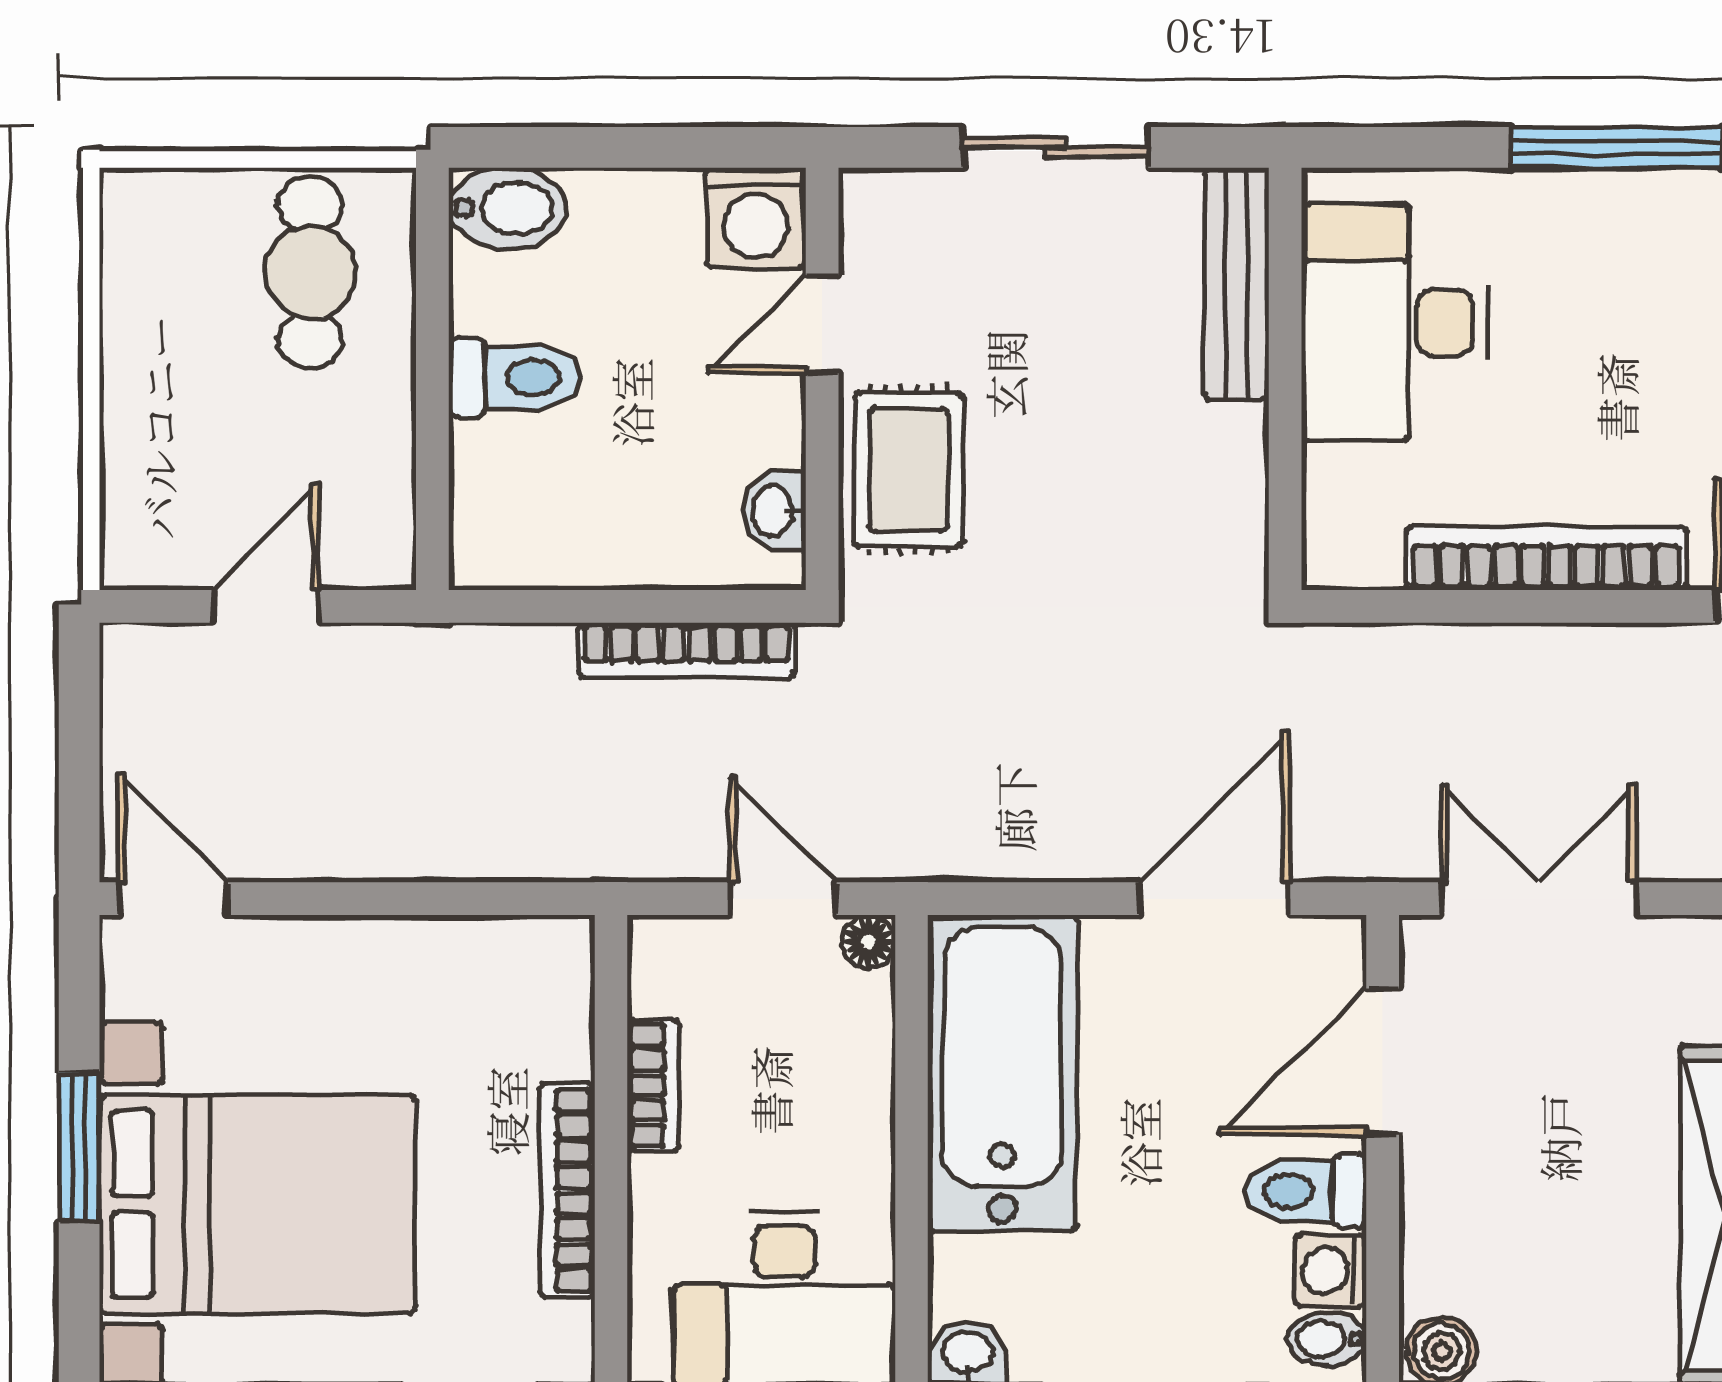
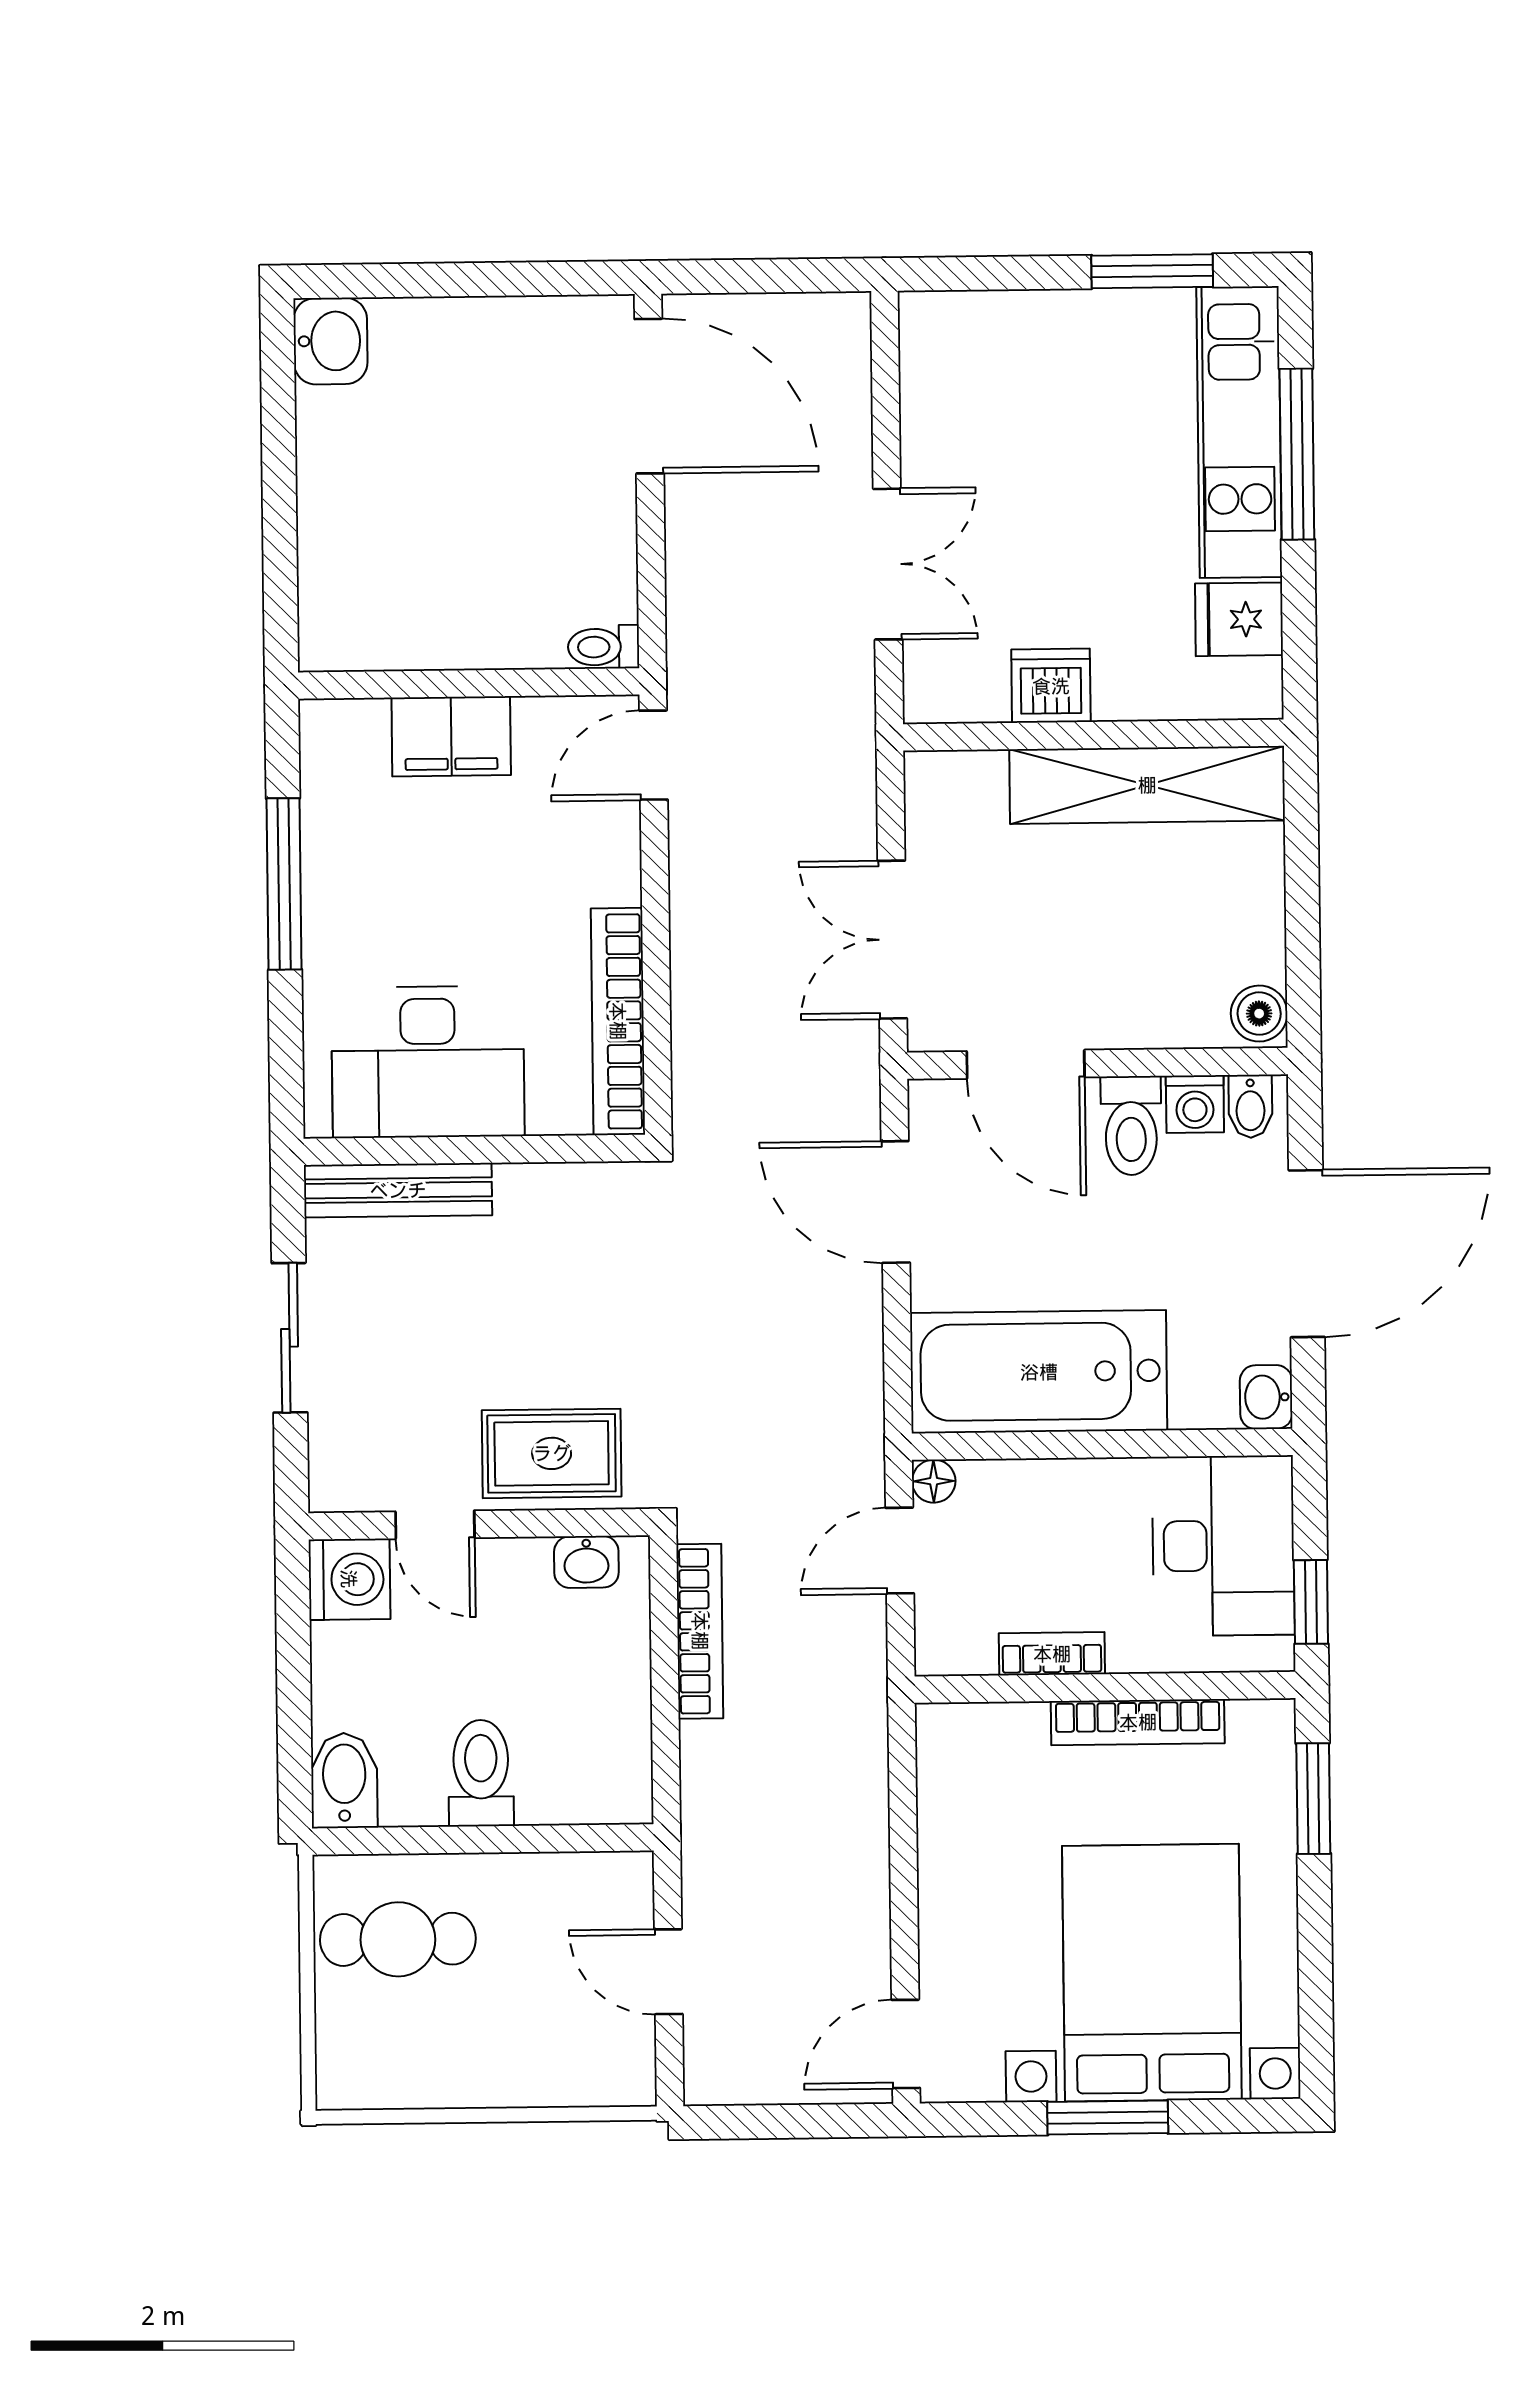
bookcase: (1546, 558) -> (618, 1021), moved

